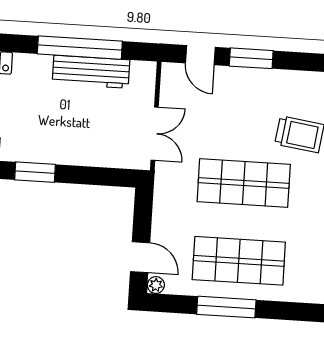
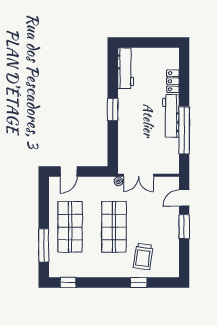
workbench: (91, 72) -> (171, 116), moved
plant: (156, 285) -> (119, 181), moved
window: (226, 307) -> (44, 245), moved

